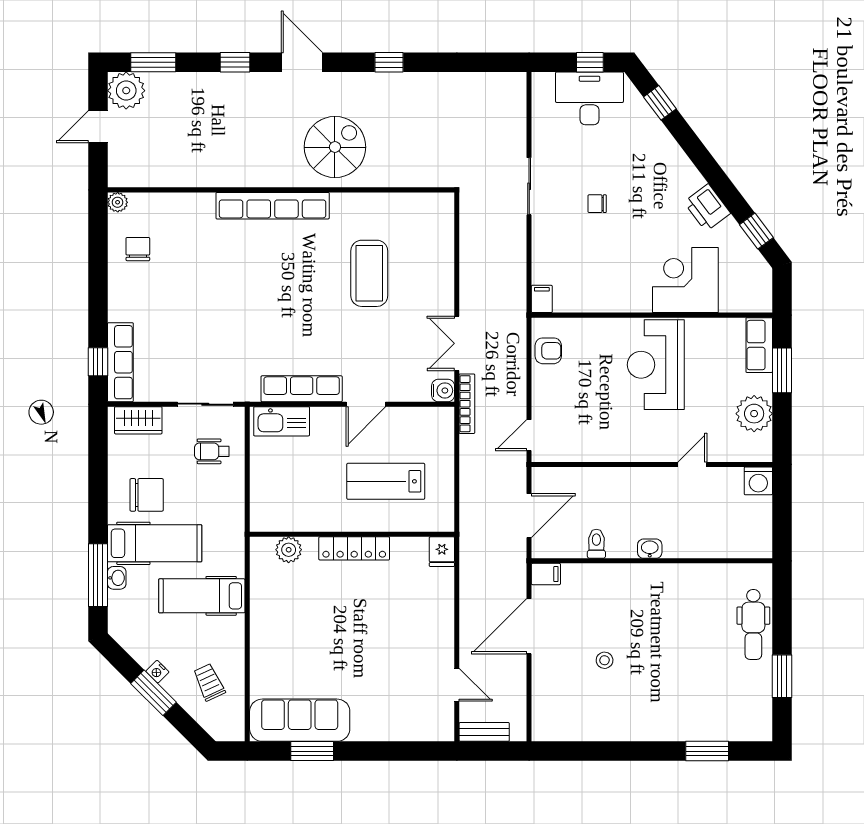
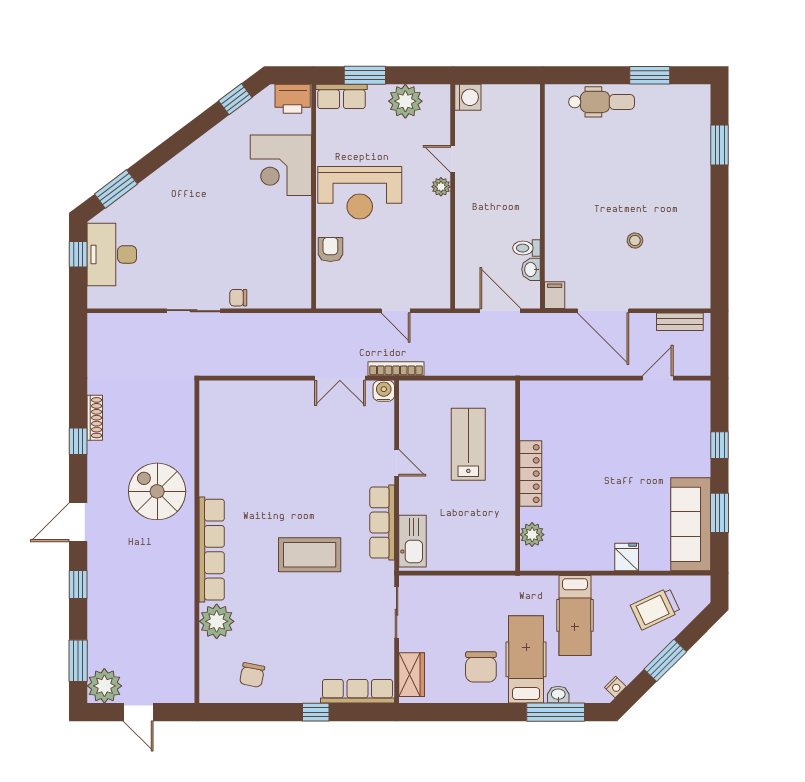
shoe rack: (414, 80) -> (95, 418), added
window: (660, 103) -> (116, 189), width x1.50
plant: (118, 202) -> (217, 621), moved, width x1.88, depth x1.88
chair: (597, 204) -> (238, 298), moved, turned 90
printer: (707, 208) -> (293, 99), moved, turned 37
chair: (138, 249) -> (252, 675), turned -79
coffee table: (369, 273) -> (310, 555), moved
filing cabinet: (542, 299) -> (299, 299), removed
armchair: (548, 351) -> (330, 249), moved
window: (98, 362) -> (316, 712), moved
door: (366, 404) -> (397, 463), width x0.73
door: (529, 435) -> (396, 311), moved
wheelchair: (212, 451) -> (440, 606), removed
plant: (662, 452) -> (441, 187), added
lab bench: (386, 481) -> (468, 444), turned 180
chair: (147, 495) -> (481, 667), turned 180
washbasin: (650, 549) -> (531, 269), moved
fridge: (442, 552) -> (627, 557), moved, turned -90
nightstand: (157, 672) -> (615, 687), moved
trolley: (209, 682) -> (655, 609), width x1.36, depth x1.39
bench: (484, 732) -> (680, 322), moved, turned 90
window: (385, 751) -> (720, 445), added

